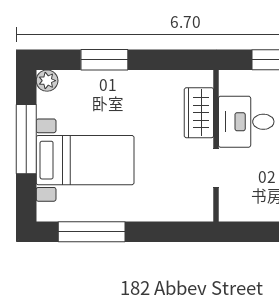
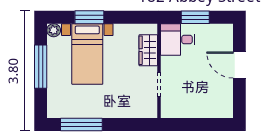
desk: (246, 122) -> (178, 39), moved
bed with nightstands: (85, 160) -> (87, 54), moved, turned 90

